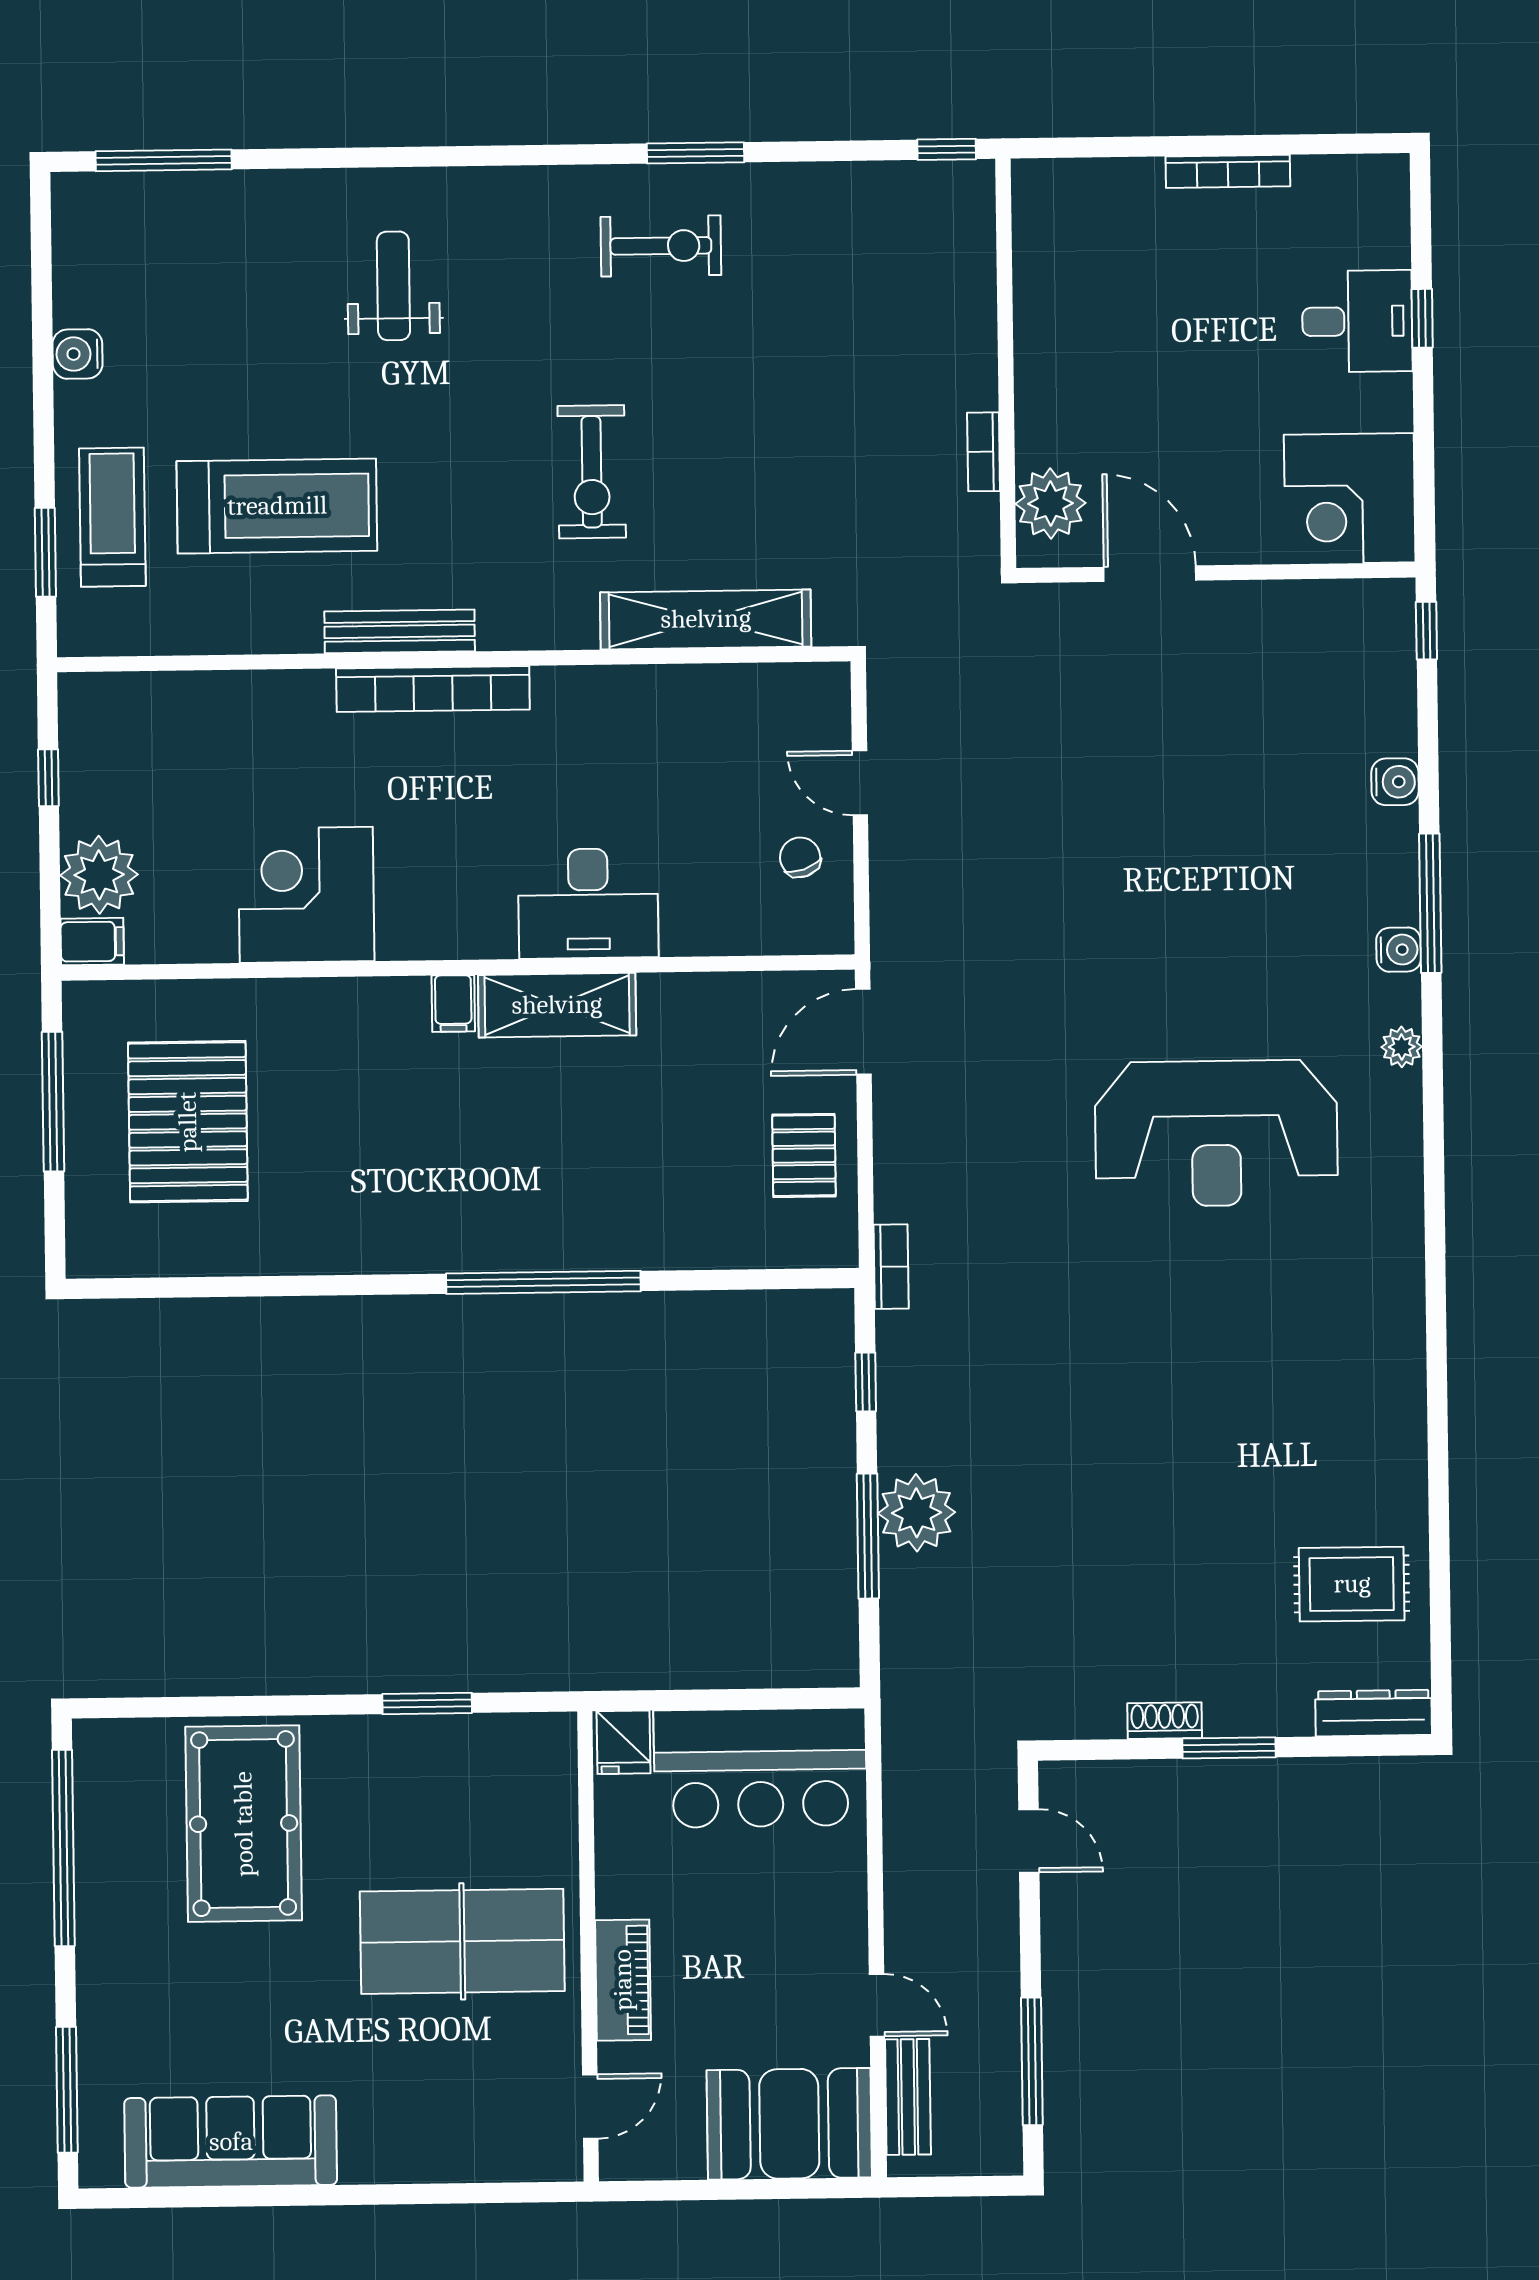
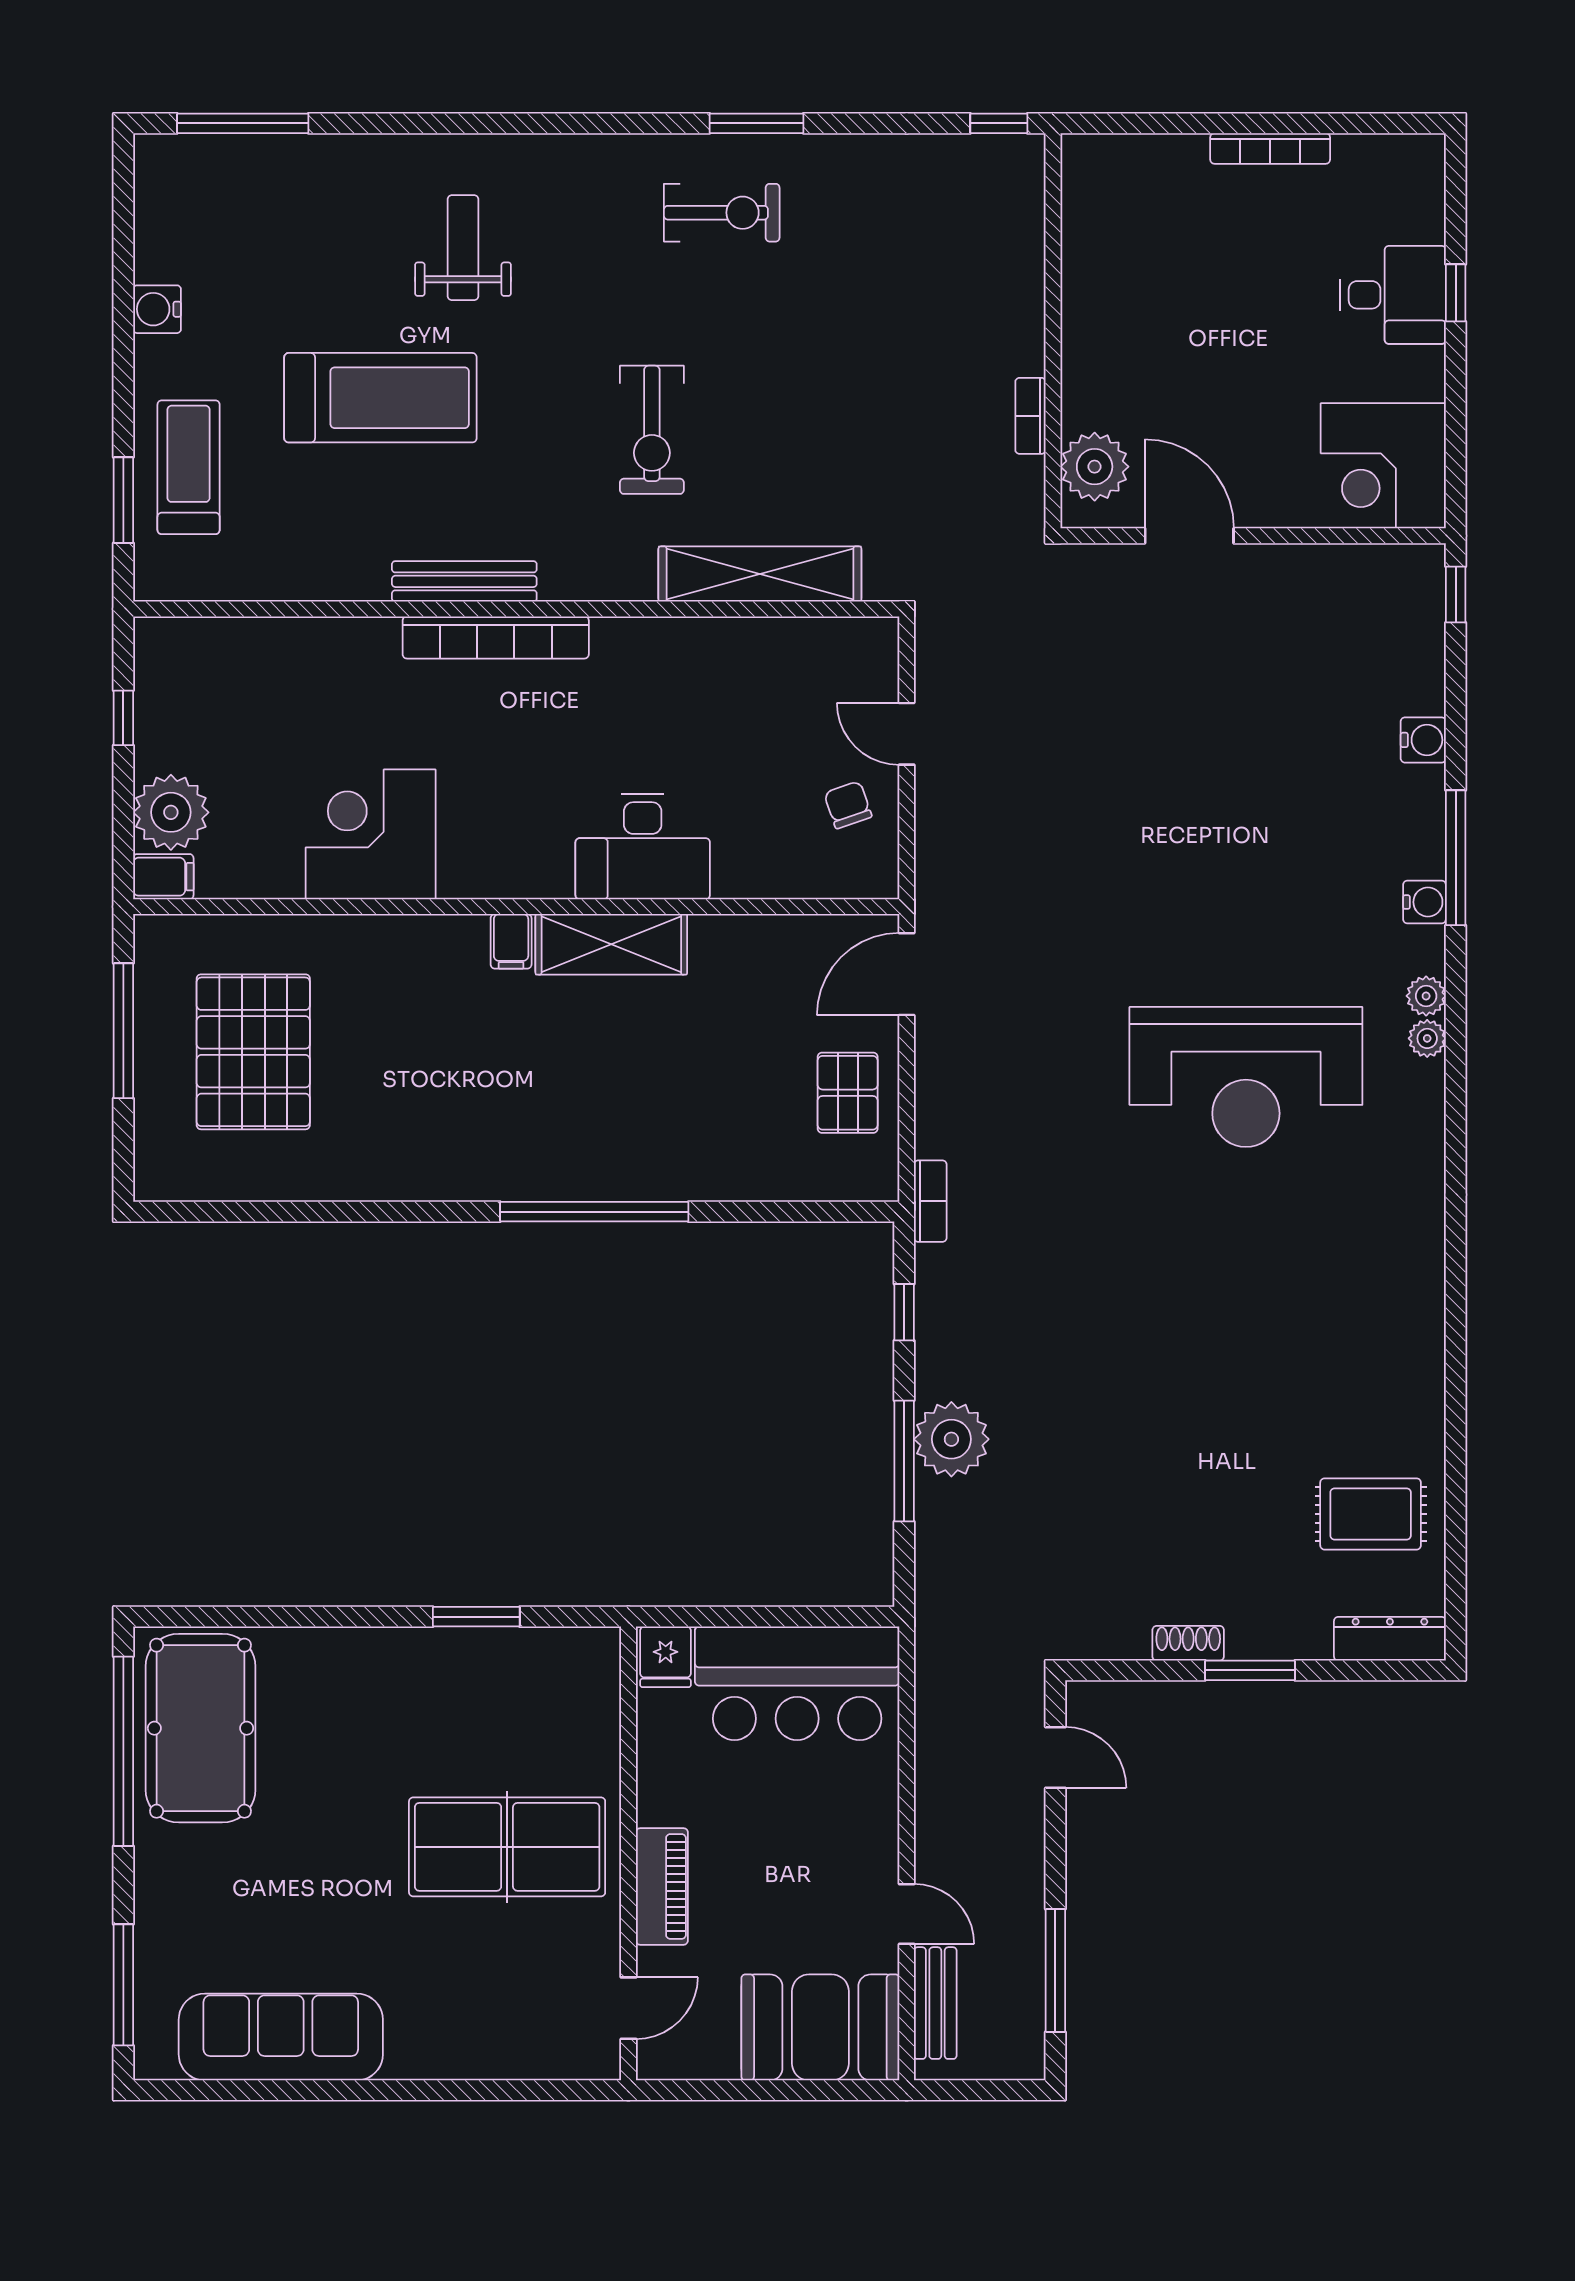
treadmill: (277, 506) -> (380, 398), moved
plant: (1403, 1091) -> (1427, 1038), added
pool table: (244, 1824) -> (200, 1728), moved

